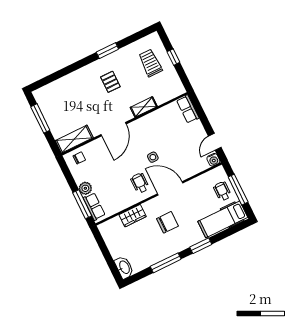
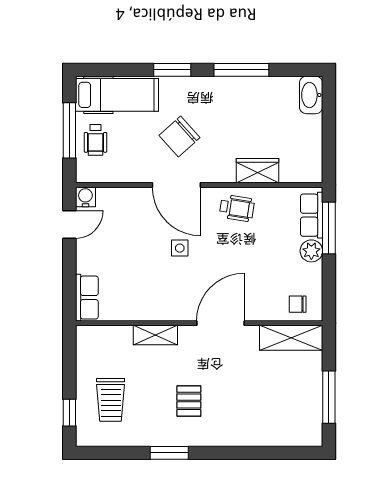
window: (173, 57) -> (69, 413), moved
wheelchair: (140, 183) -> (237, 208), moved, turned -81
chair: (167, 222) -> (179, 137), moved, turned -42

